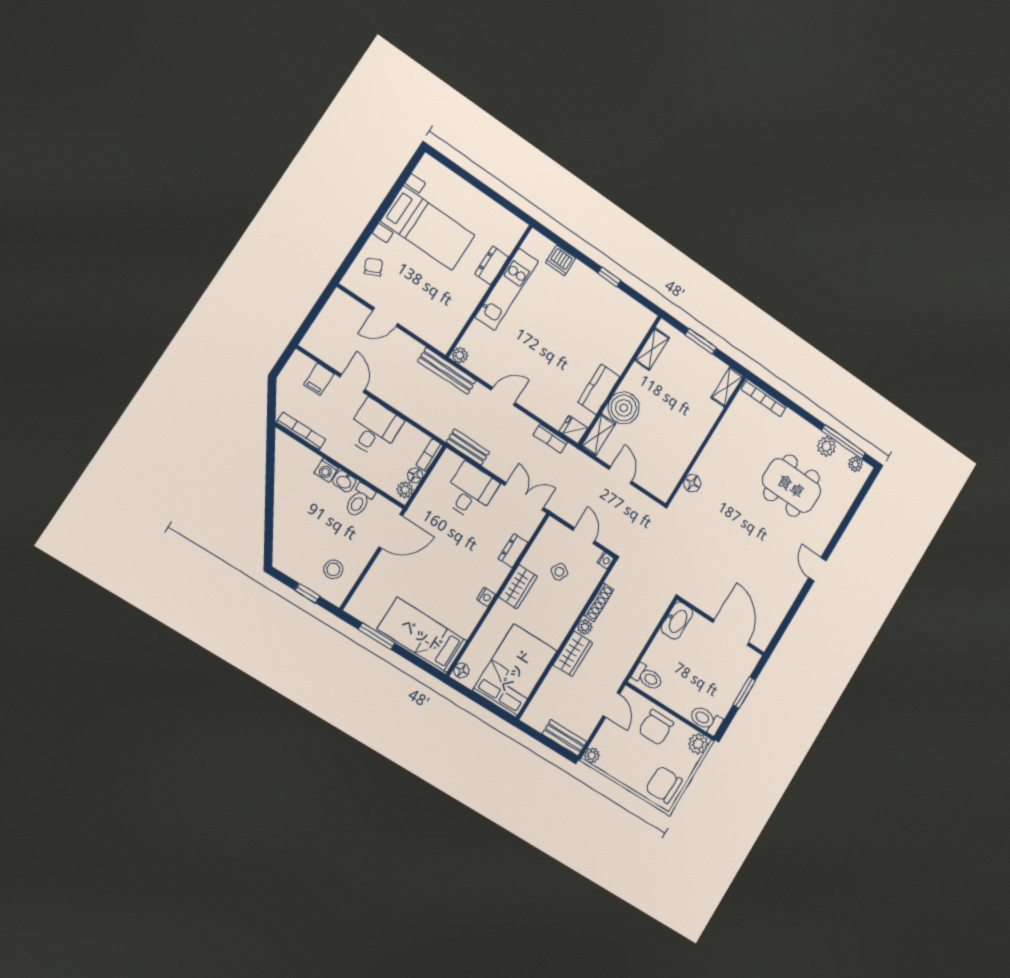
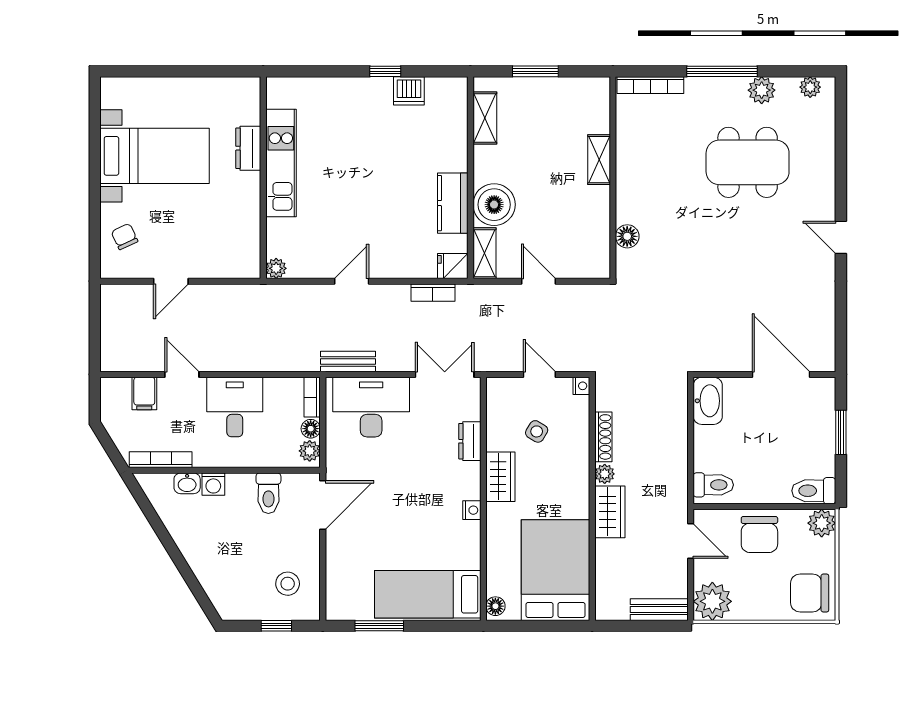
dishwasher: (561, 260) -> (409, 91), moved
bench: (447, 371) -> (273, 295), removed
shelving: (727, 387) -> (599, 160), moved
window: (843, 442) -> (722, 71), moved
washbasin: (344, 481) -> (187, 483), moved
desk: (470, 491) -> (371, 407), width x1.37
plant: (592, 755) -> (712, 601), width x1.88, depth x1.88

